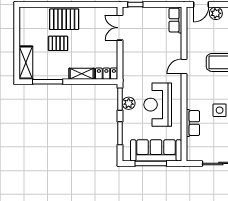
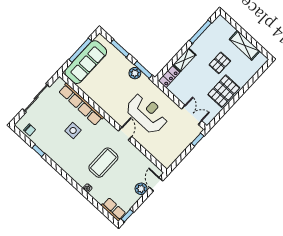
pallet: (64, 19) -> (224, 91), moved
row of seats: (175, 20) -> (162, 157), removed
shelving: (26, 63) -> (245, 45), moved
reception desk: (158, 105) -> (147, 113), moved
row of seats: (193, 123) -> (81, 104), width x2.02

